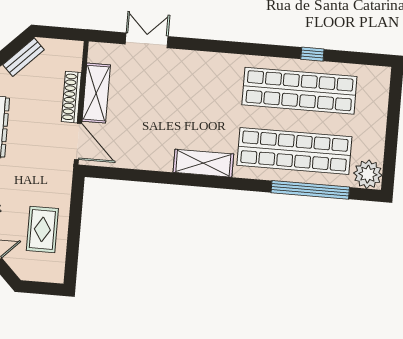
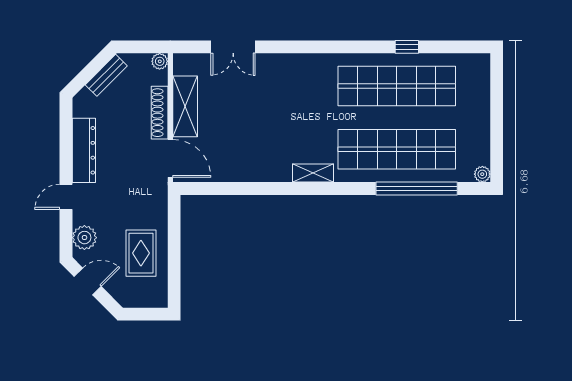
double door: (147, 40) -> (233, 47), swing flipped
plant: (76, 48) -> (160, 61), added
shelving: (203, 163) -> (313, 173), width x0.67, depth x0.75
plant: (368, 174) -> (482, 174), width x0.53, depth x0.53

